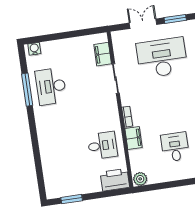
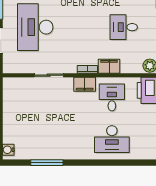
filing cabinet: (103, 54) -> (85, 84), moved
desk: (51, 86) -> (112, 139), moved

